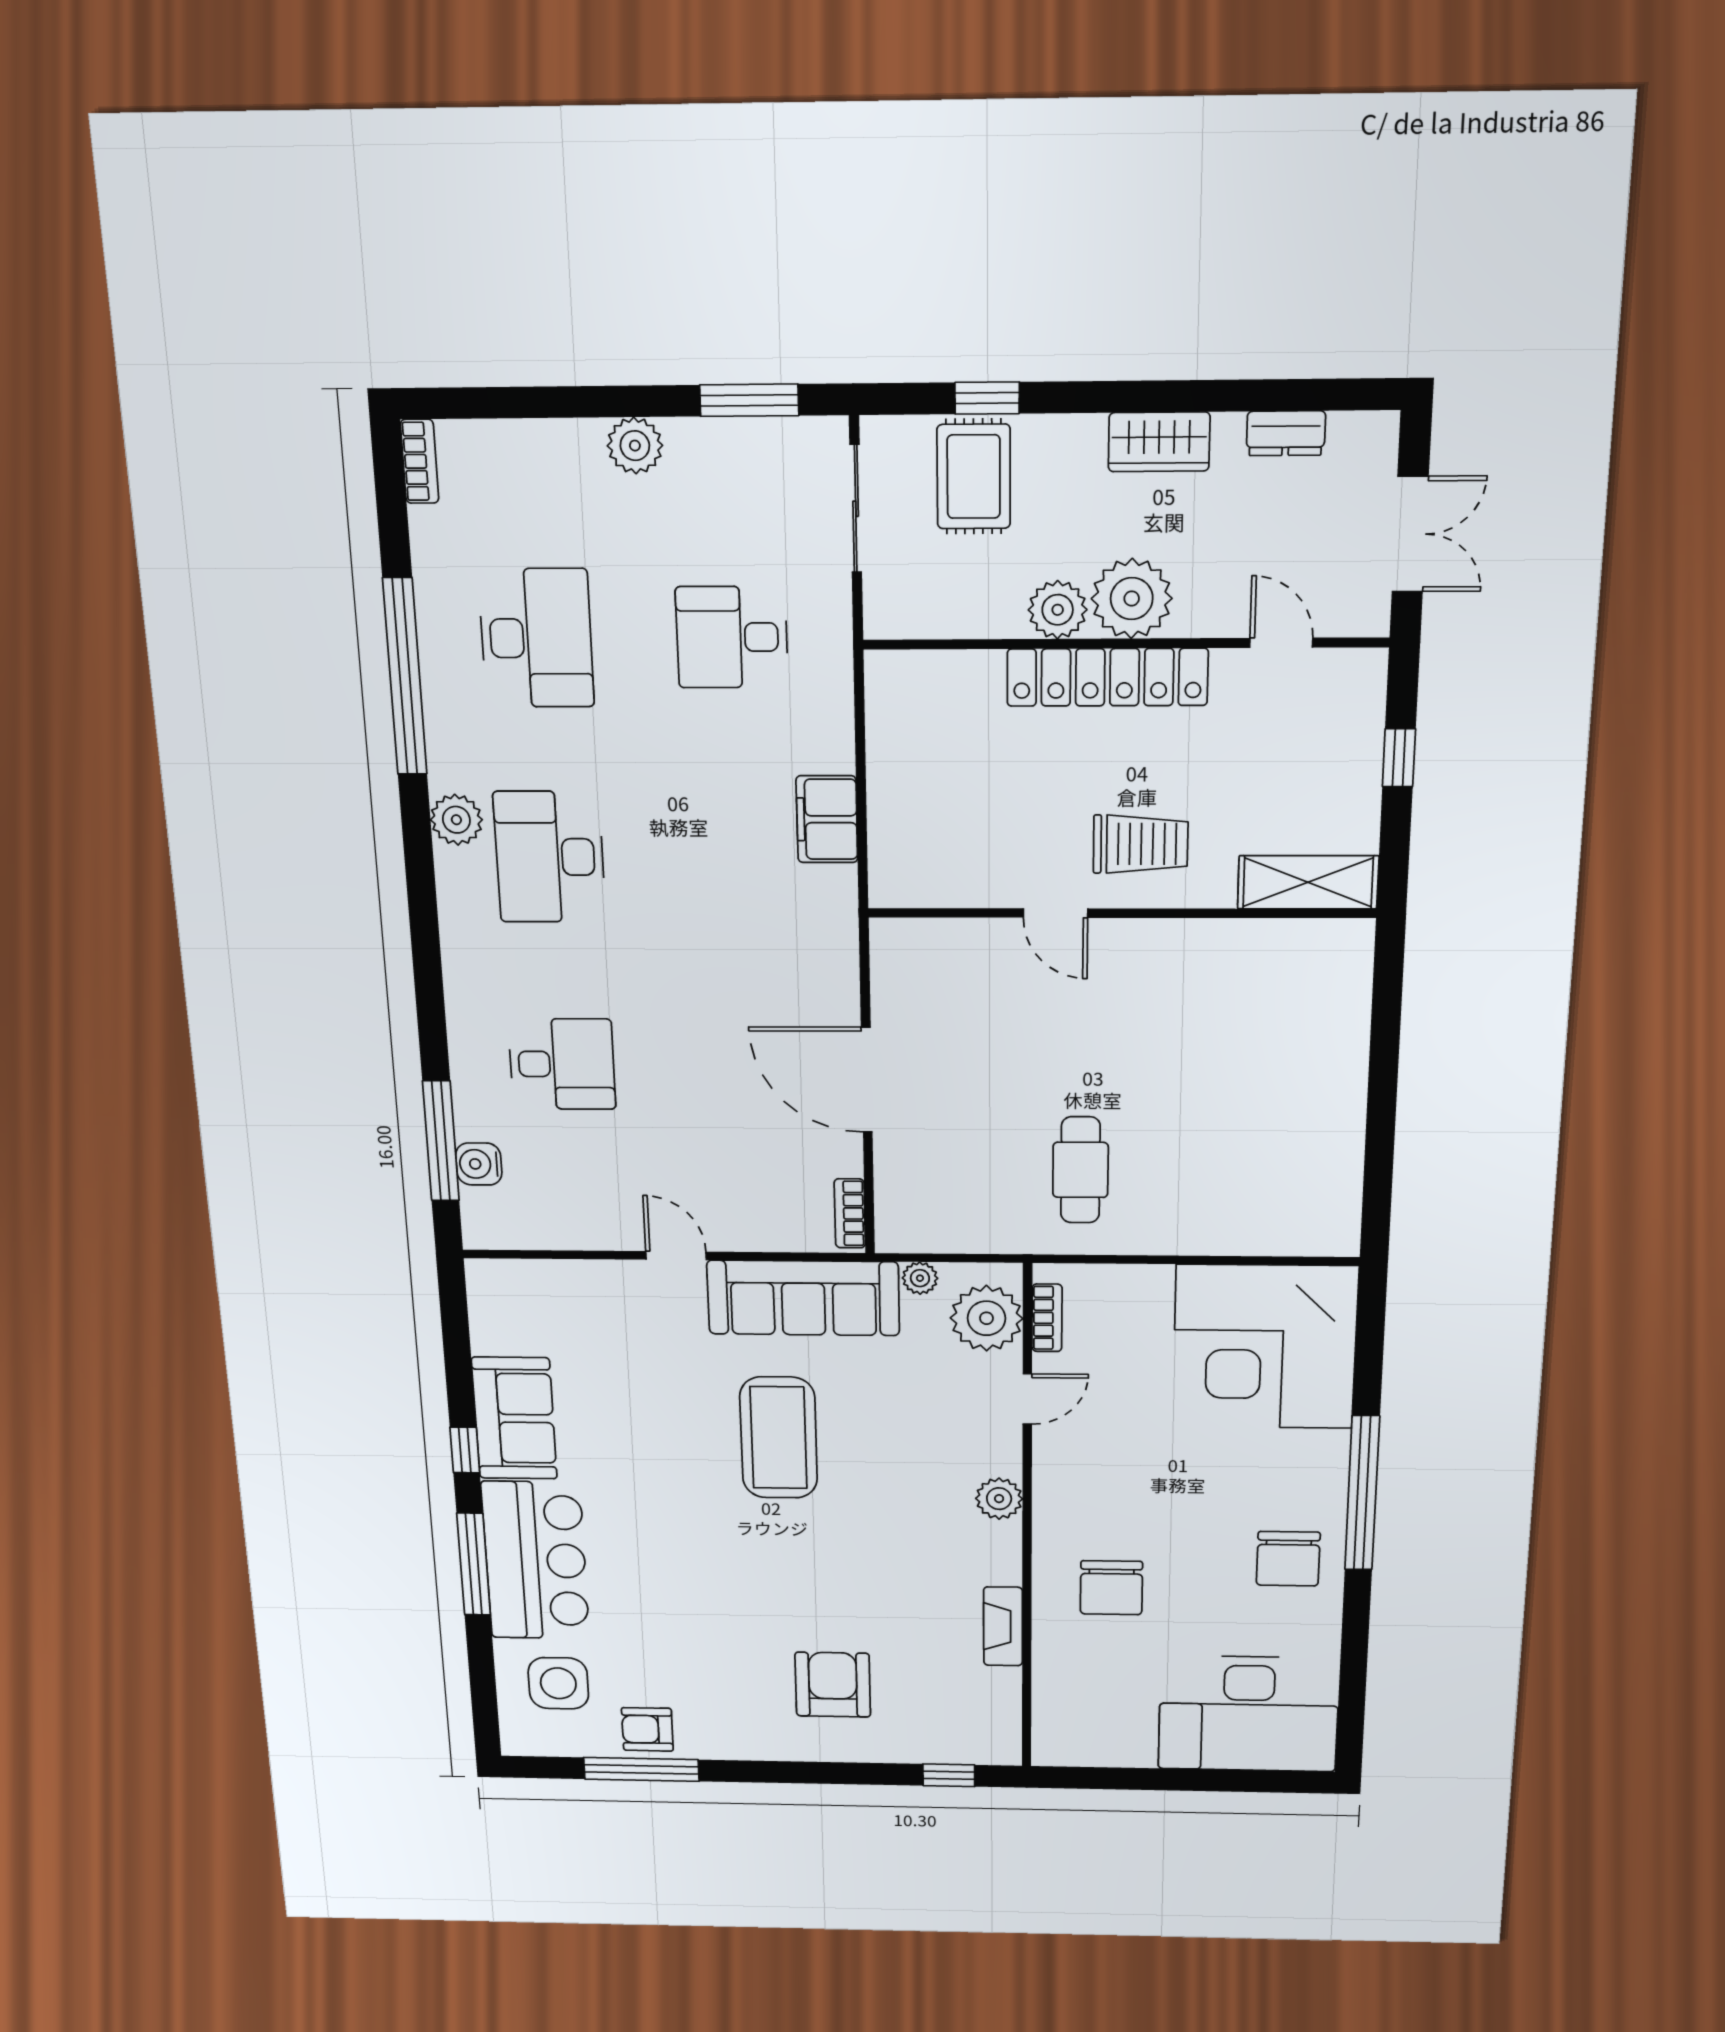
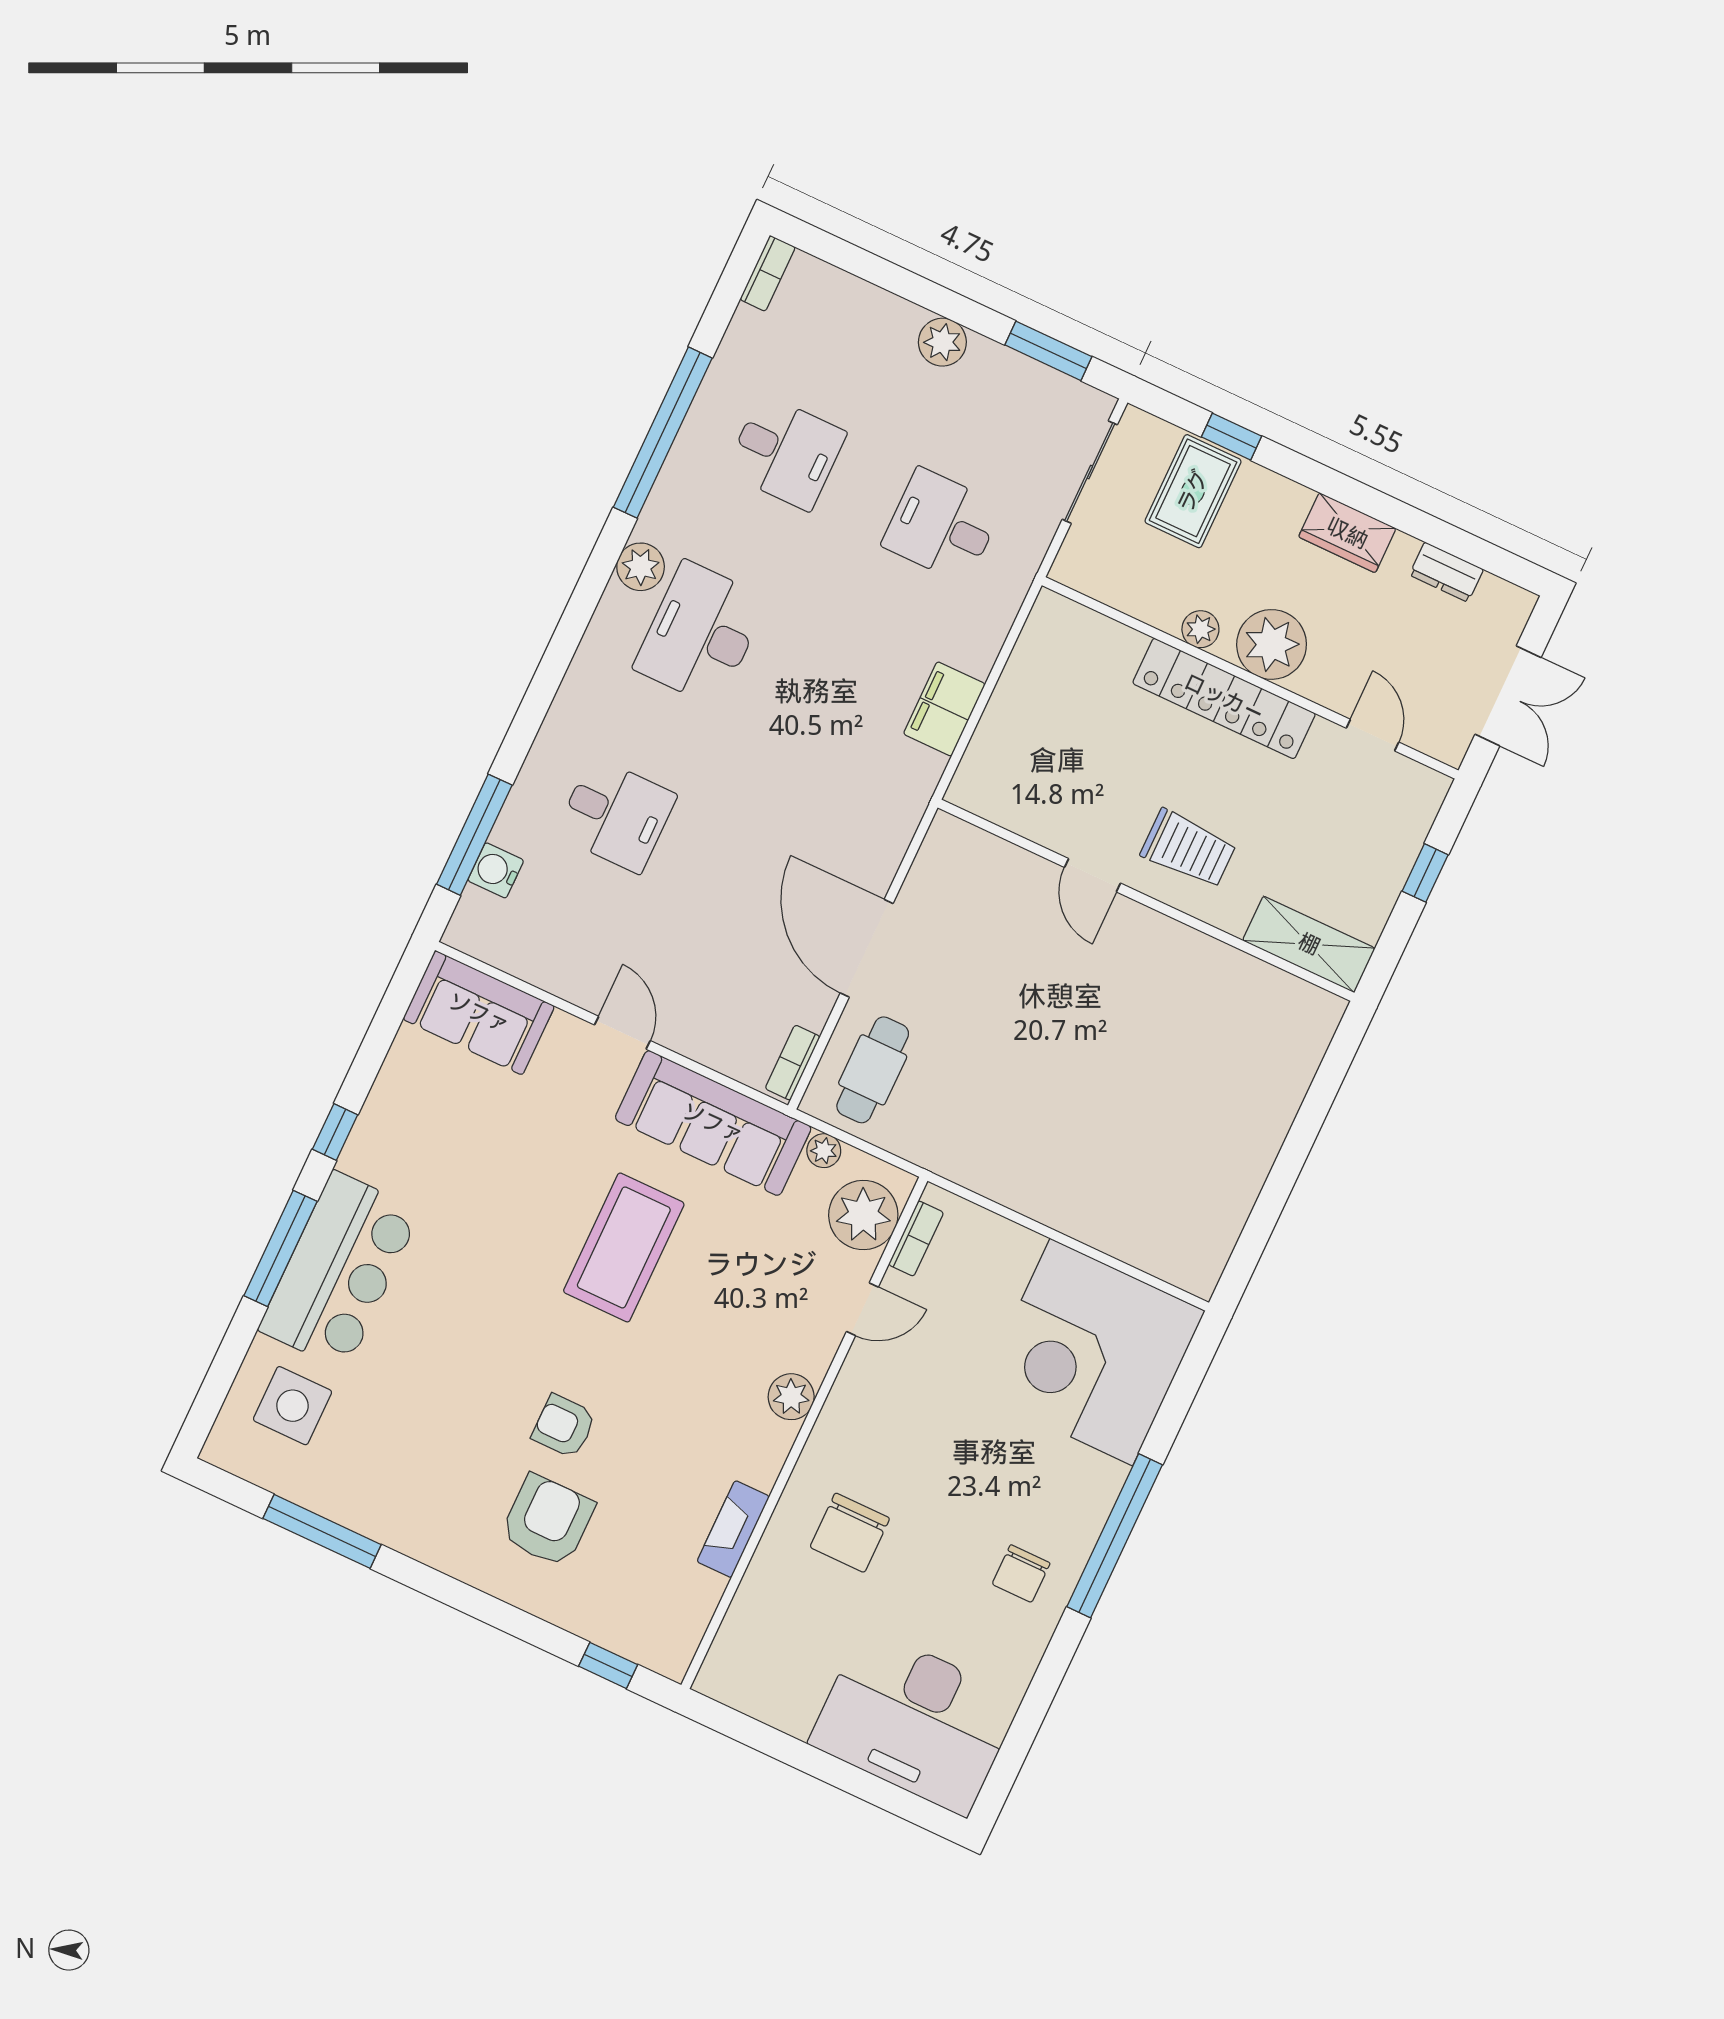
plant: (1058, 610) -> (1200, 629), width x0.73, depth x0.73
desk: (536, 638) -> (786, 452), width x0.73
cafe table: (1080, 1170) -> (873, 1070), moved
sofa: (514, 1418) -> (479, 1013), moved, turned 90
chair: (1288, 1559) -> (1021, 1574), width x0.73, depth x0.73
armchair: (647, 1729) -> (564, 1426), moved

